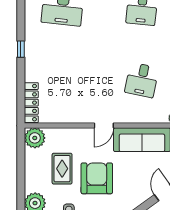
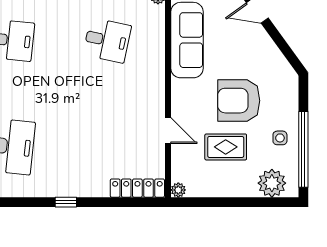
door: (104, 126) -> (168, 131), moved
plant: (35, 138) -> (178, 190), width x0.53, depth x0.53

